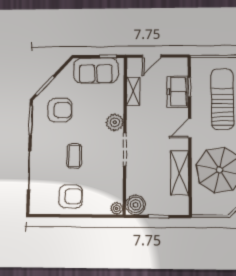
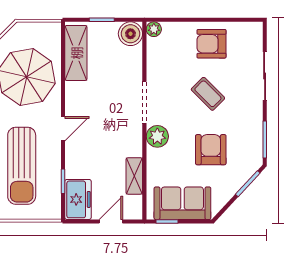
freezer: (178, 92) -> (78, 199), moved
armchair: (60, 110) -> (211, 150), moved, turned 90
coffee table: (74, 156) -> (208, 94), turned -45
shelving: (180, 173) -> (76, 53), moved

